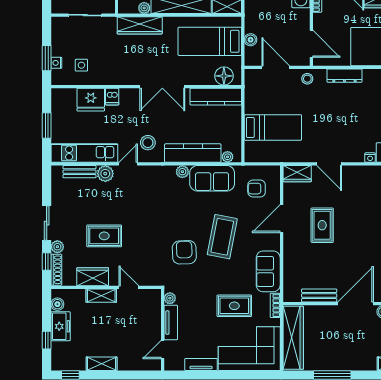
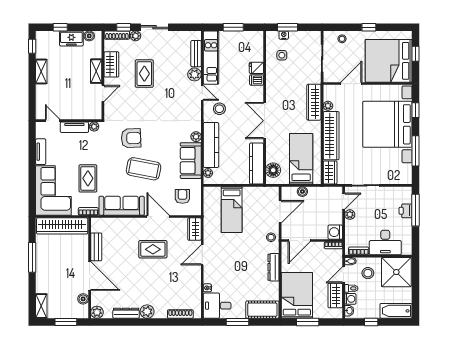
fridge: (91, 100) -> (256, 68), width x0.53, depth x0.75
sofa: (268, 271) -> (122, 206), width x1.36

